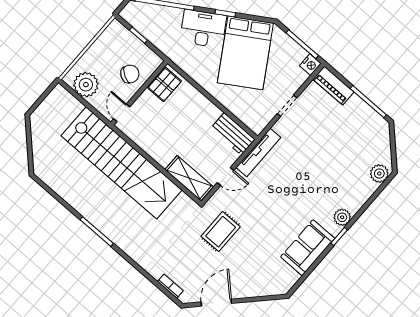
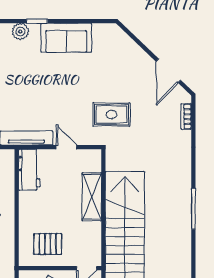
pallet: (165, 85) -> (48, 244), moved
shelving: (189, 178) -> (92, 197), moved
door: (216, 303) -> (168, 71), hinge flipped

